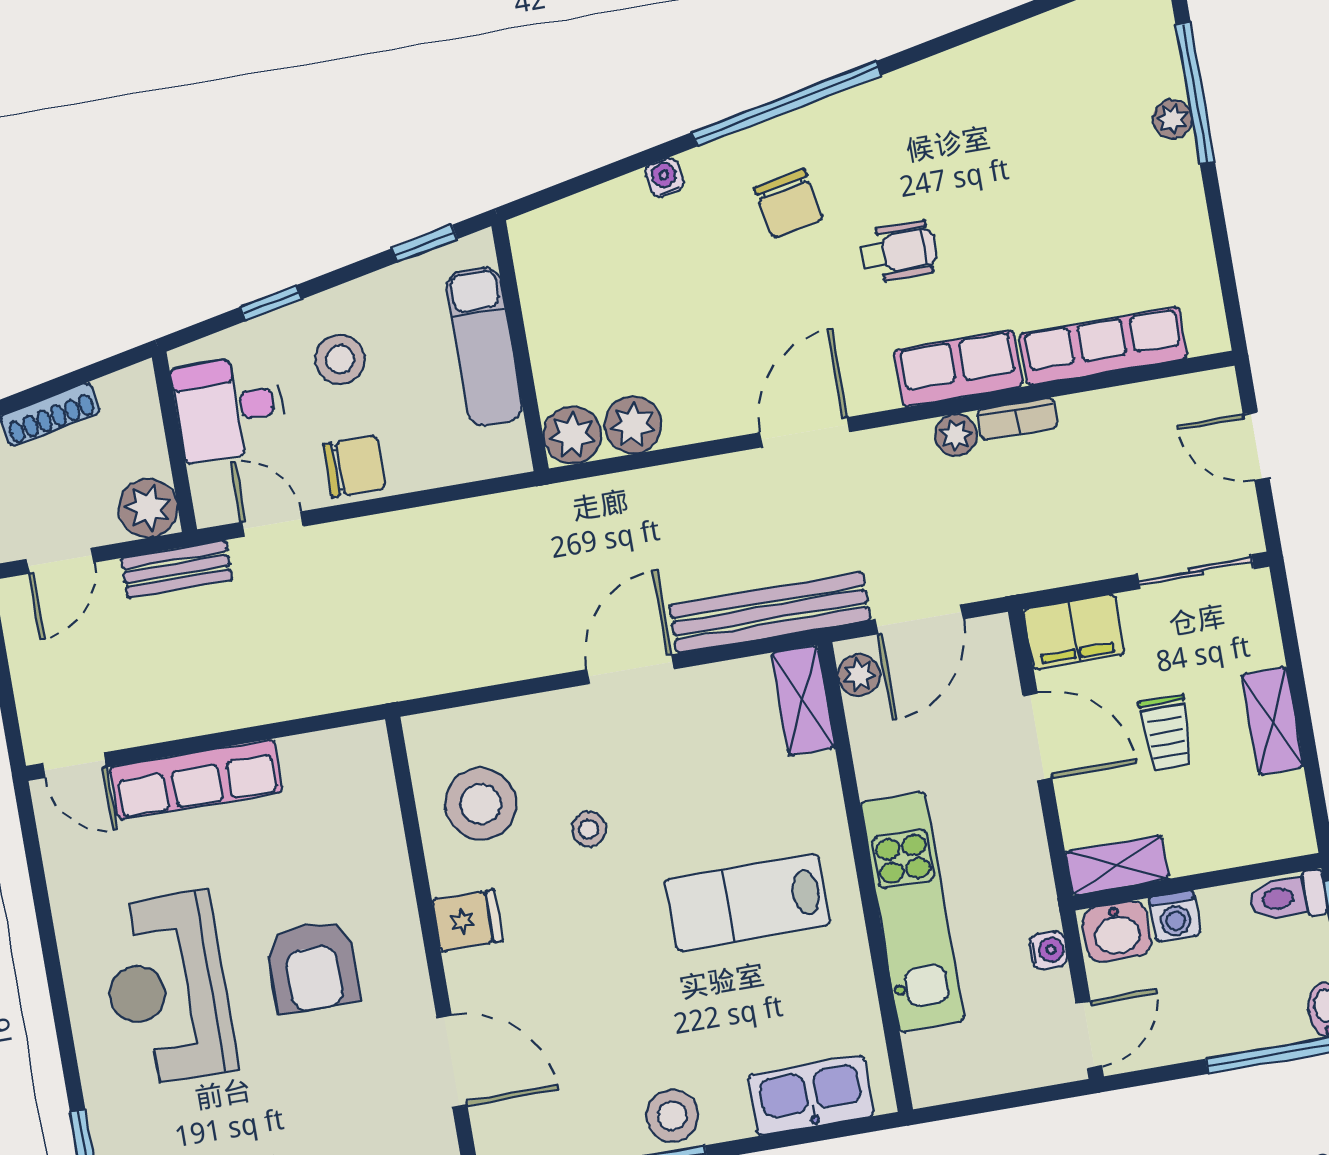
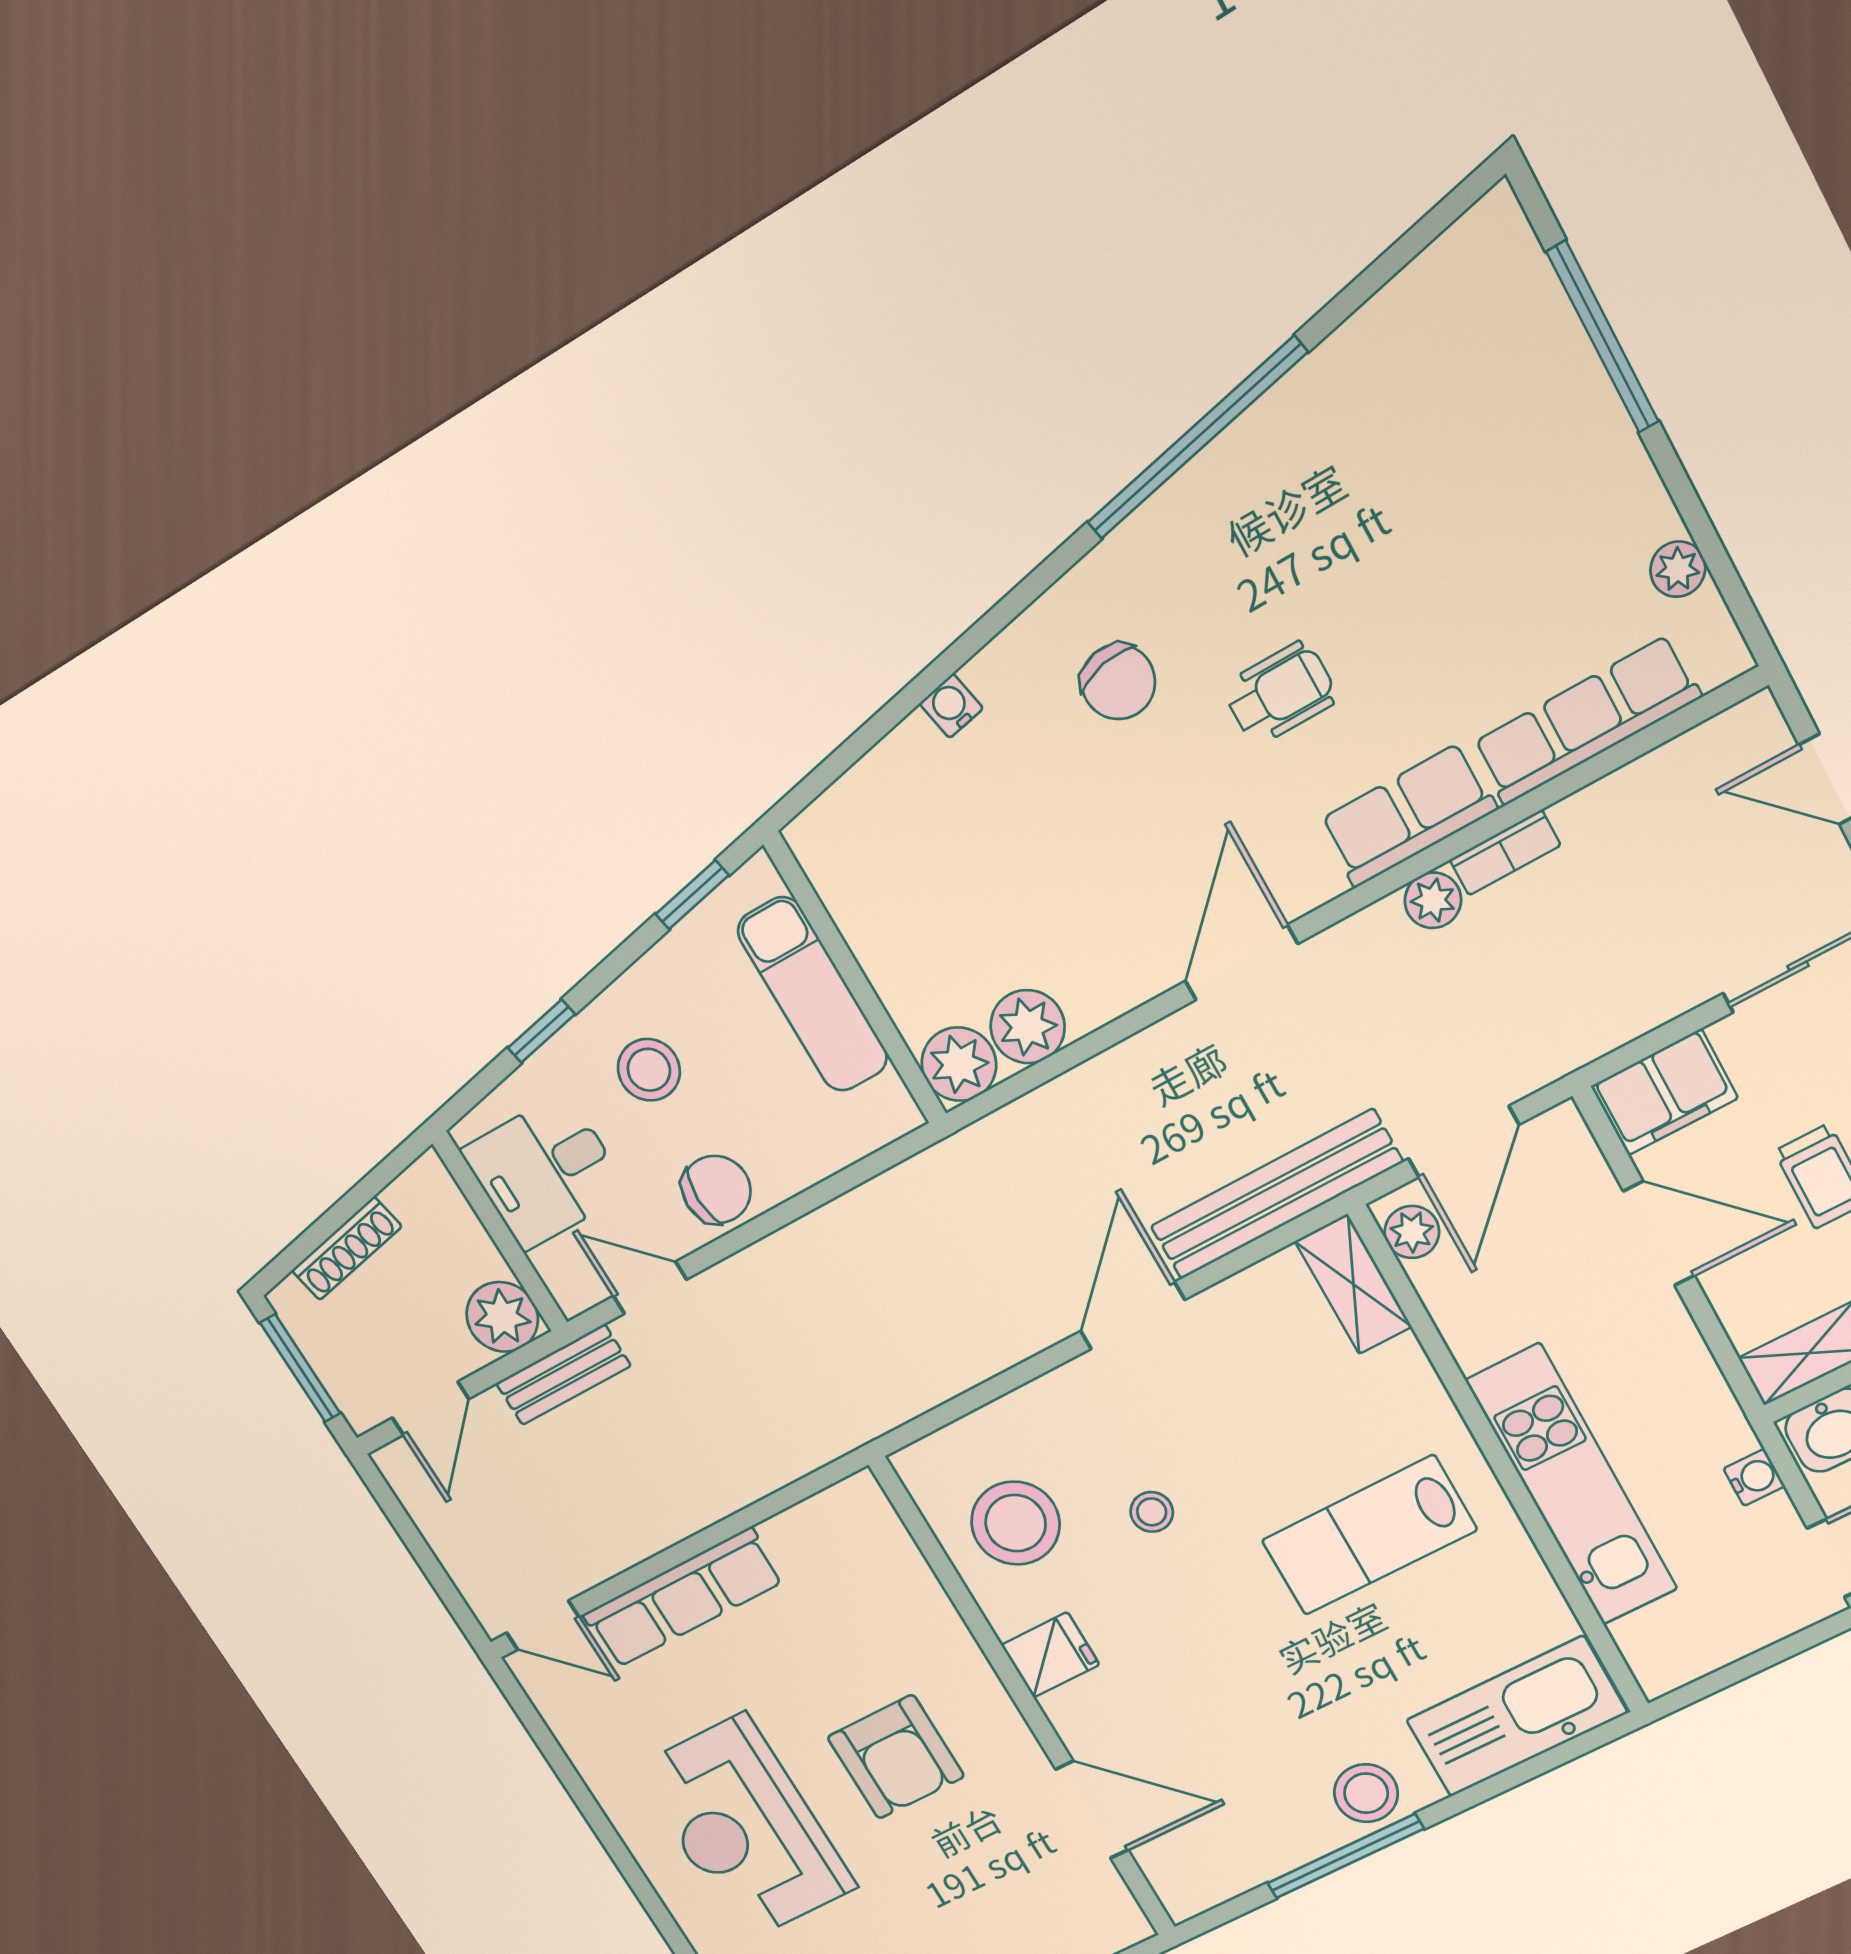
window: (787, 104) -> (1197, 438), moved
plant: (1172, 119) -> (1678, 569), moved
kitchen sink: (811, 1095) -> (1517, 1717), width x1.36, depth x1.24

